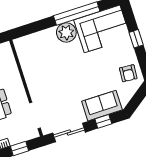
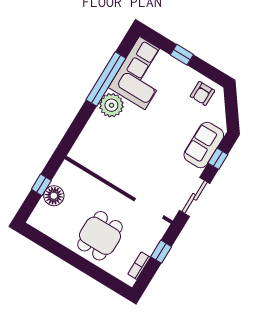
armchair: (128, 73) -> (202, 93), turned 86

